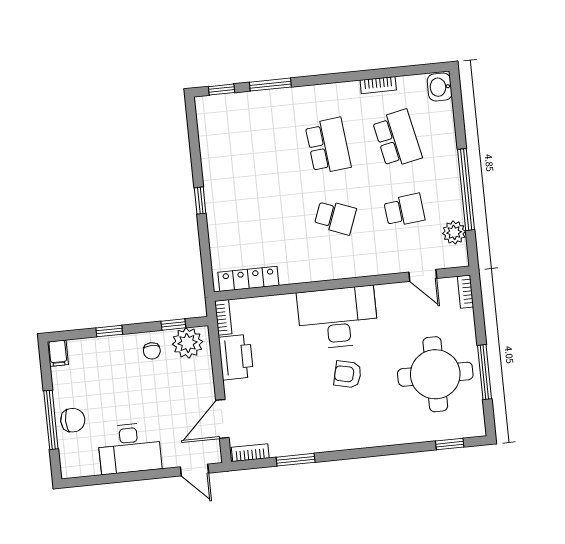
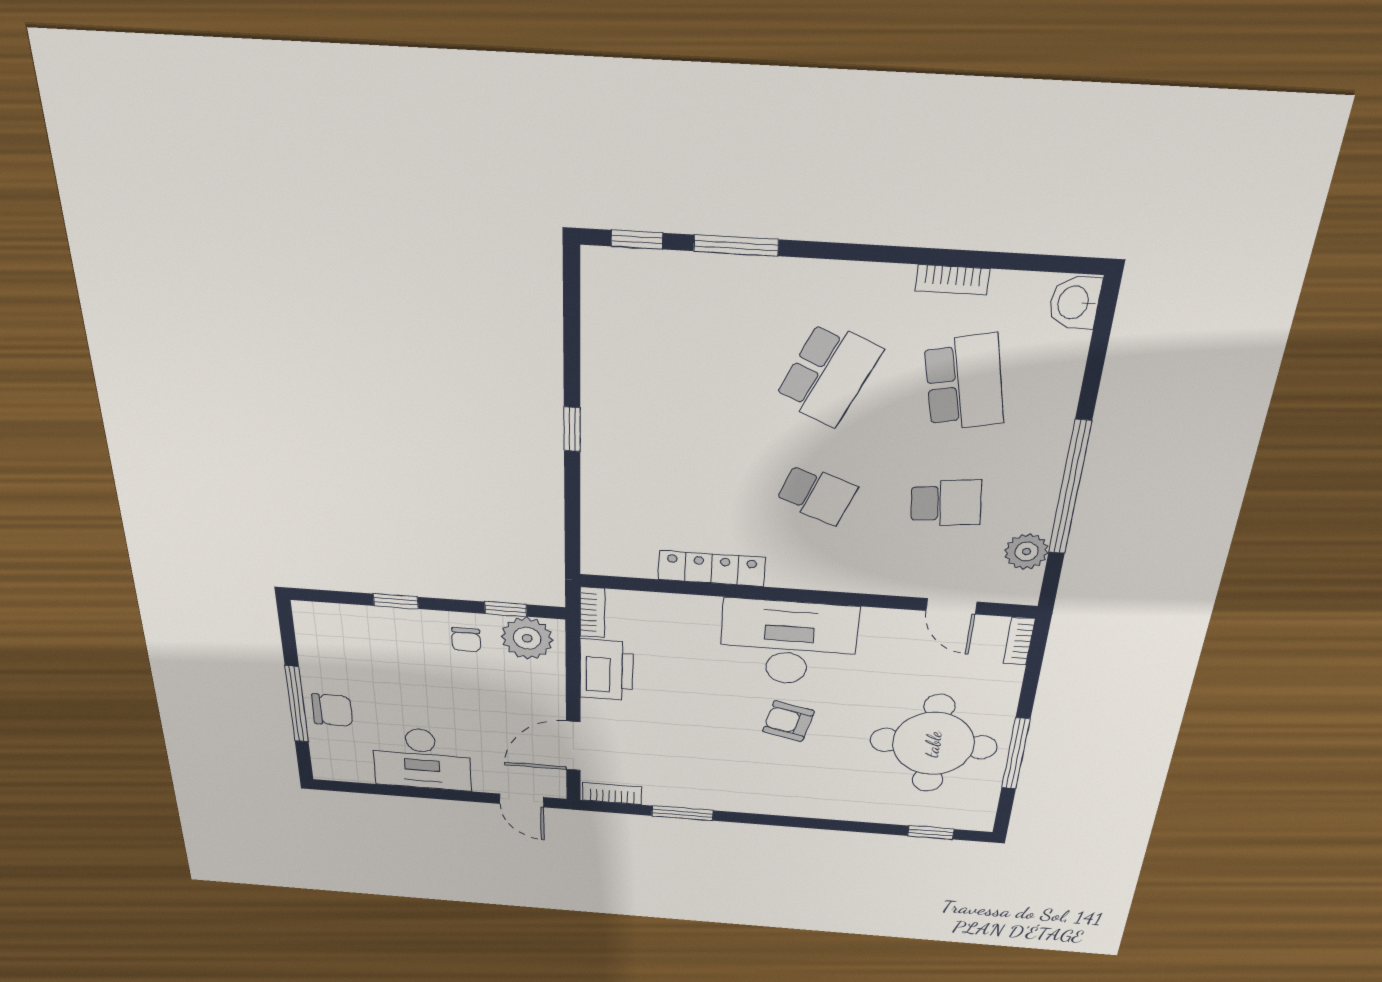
school desk: (328, 146) -> (828, 374), turned 30
locker: (248, 279) -> (712, 569), moved
filing cabinet: (58, 353) -> (308, 618), removed

